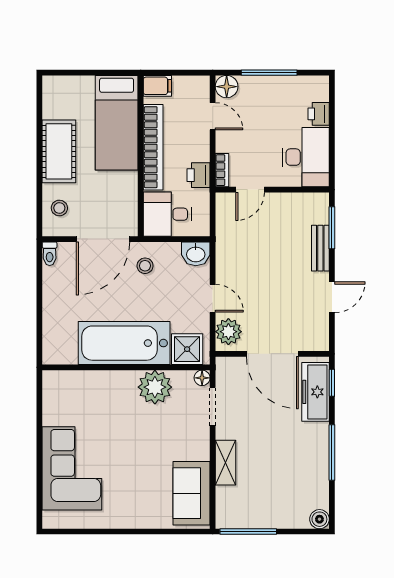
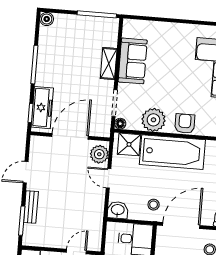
door: (272, 354) -> (70, 136), hinge flipped
armchair: (110, 385) -> (185, 124), added
sofa: (192, 493) -> (133, 61), moved

